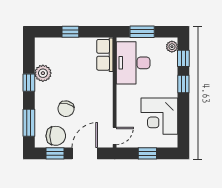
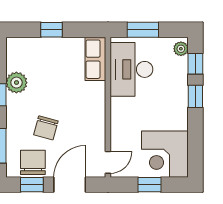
corner desk: (159, 116) -> (165, 154), moved
chair: (56, 136) -> (33, 162), turned -90

